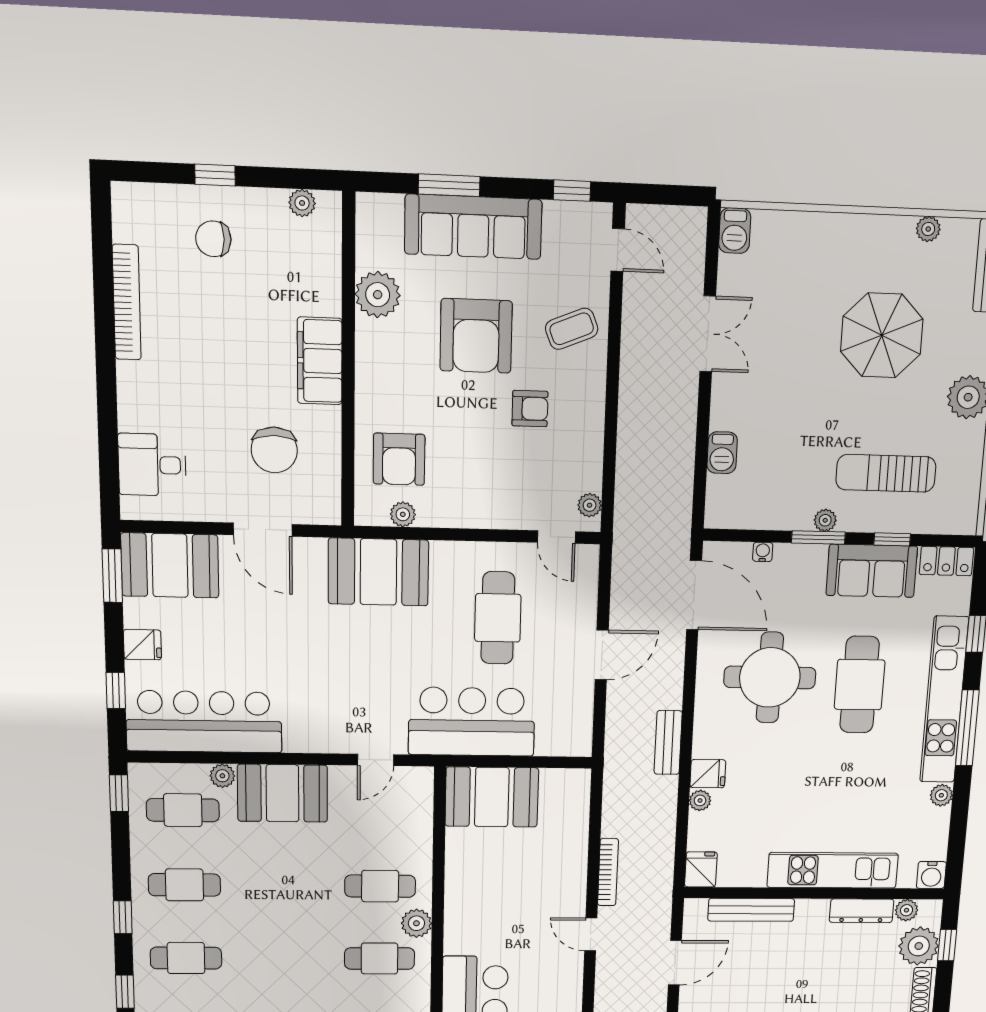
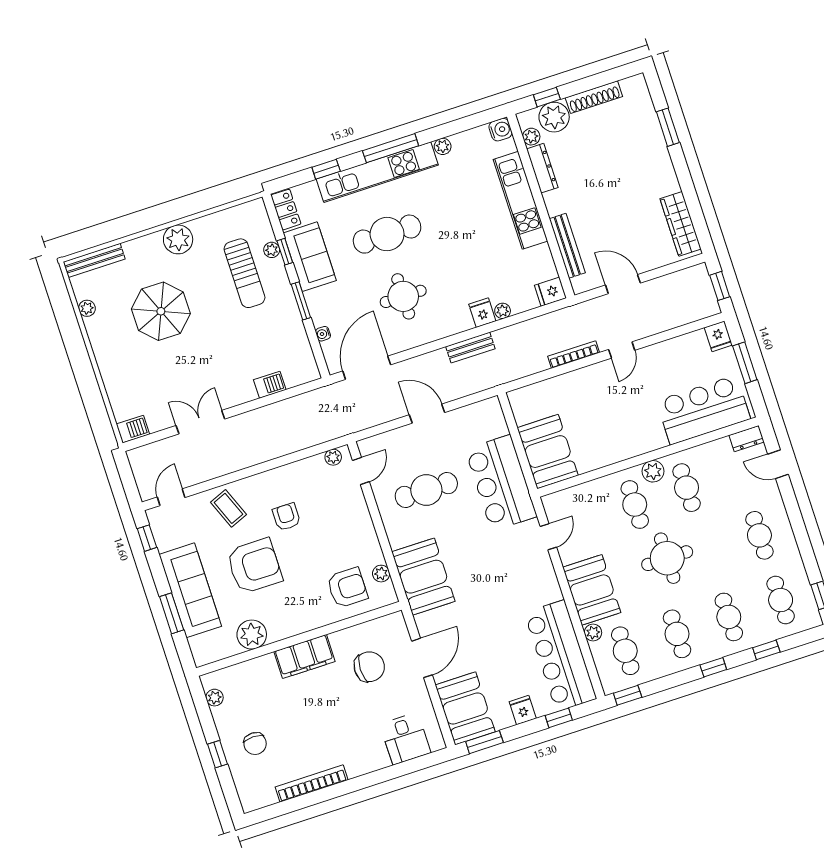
plant: (825, 520) -> (272, 250), moved
round table: (770, 677) -> (403, 296), width x0.73, depth x0.73
door: (376, 760) -> (548, 537), hinge flipped
round table: (293, 905) -> (667, 558), added

